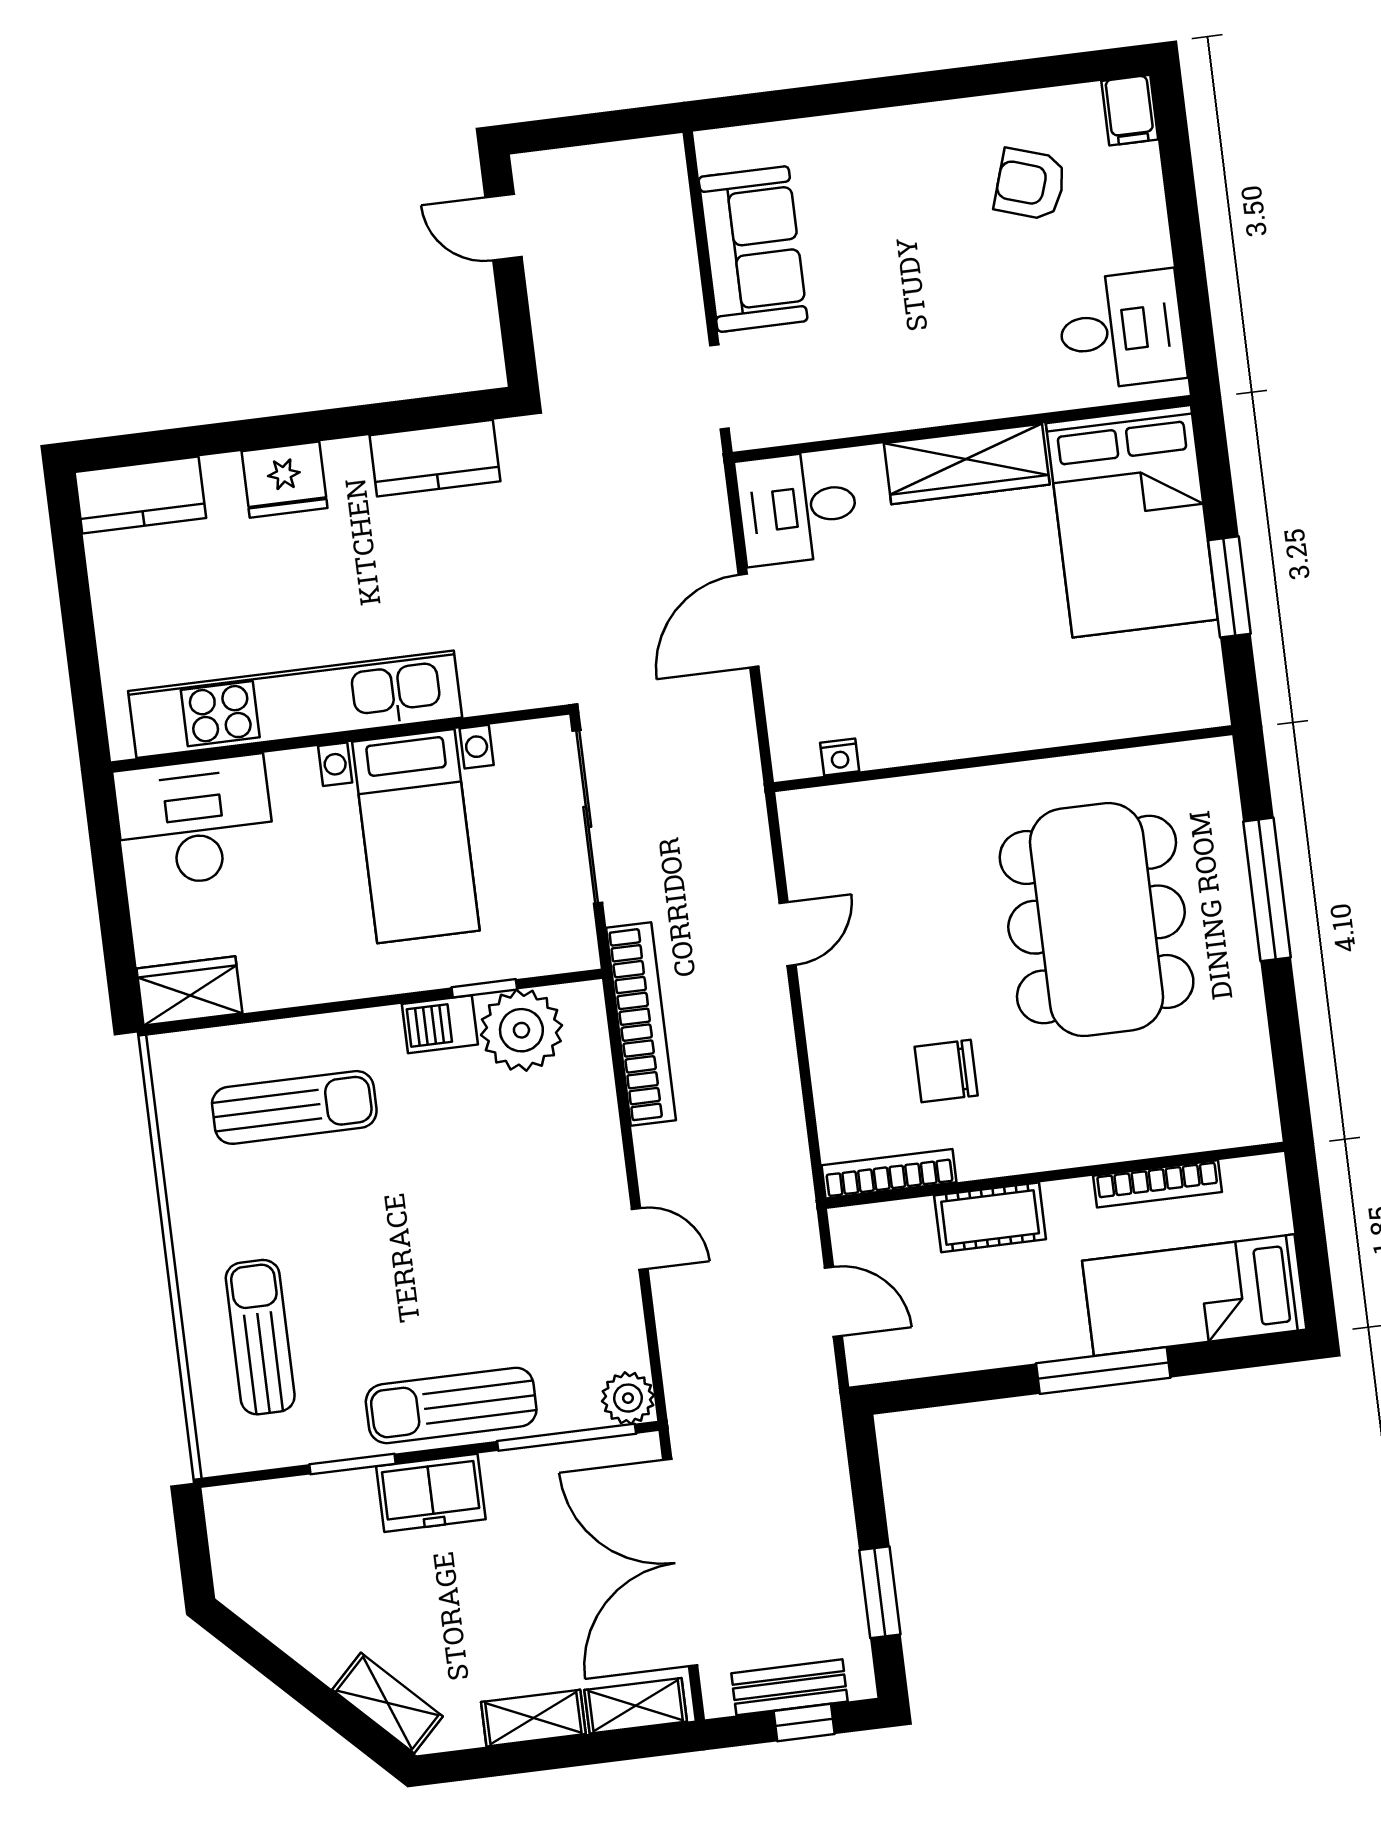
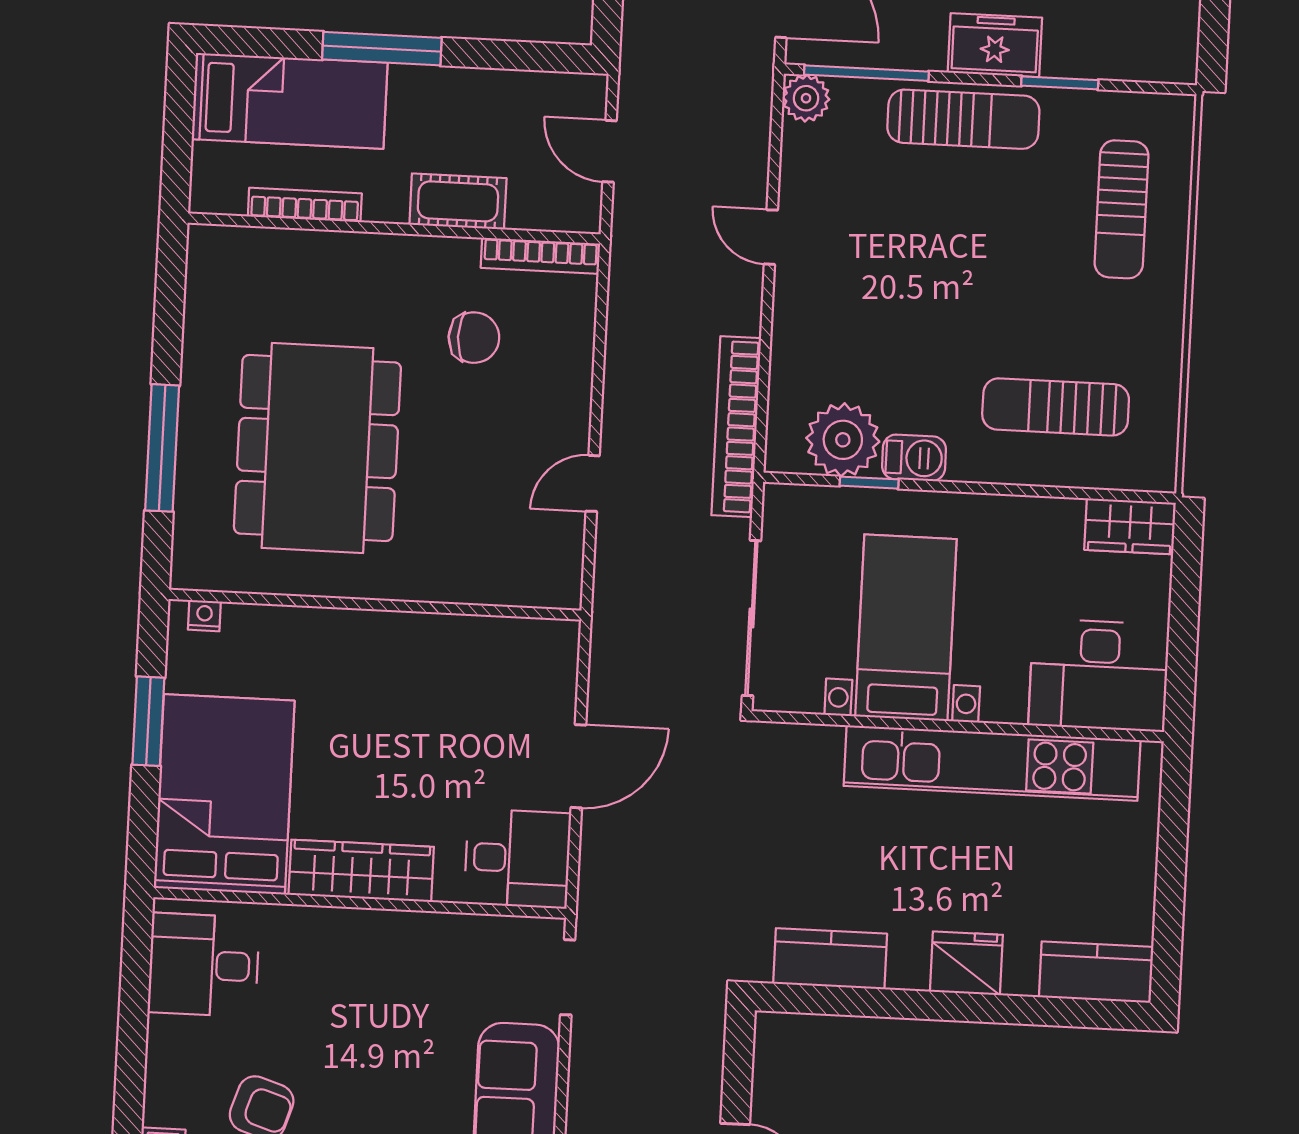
nightstand: (840, 757) -> (204, 616), moved

